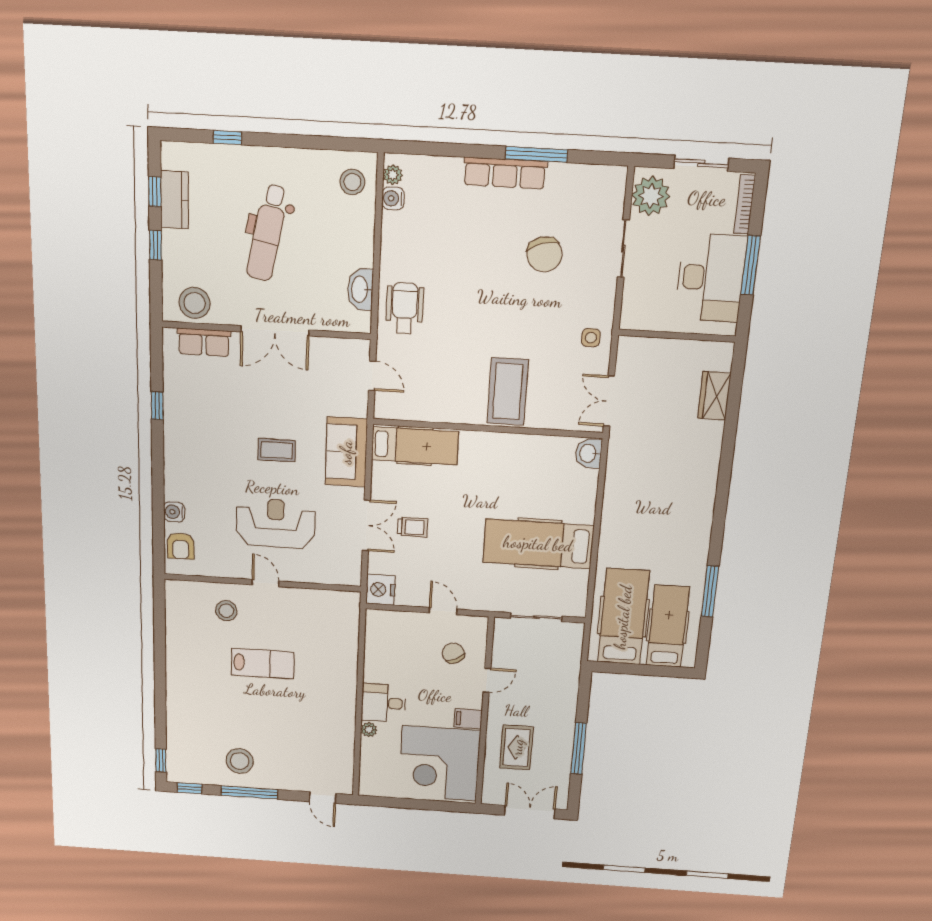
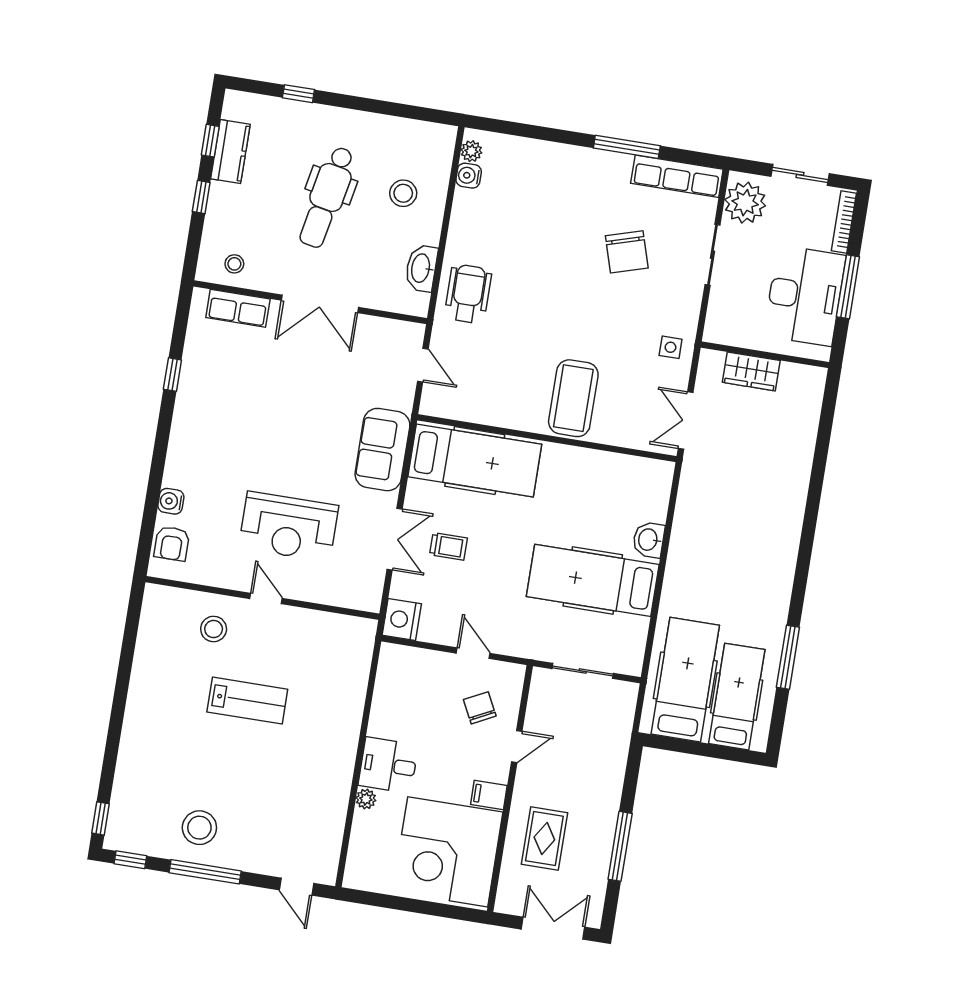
row of seats: (505, 173) -> (677, 176), moved
stool: (352, 182) -> (403, 193), moved
stool: (194, 303) -> (234, 264), width x0.53, depth x0.53
wardrobe: (714, 396) -> (751, 371), moved, turned -90
hospital bed: (415, 446) -> (475, 460), width x1.37, depth x1.29
coffee table: (277, 450) -> (302, 440), removed
washbasin: (589, 453) -> (649, 540), moved
reception desk: (276, 523) -> (289, 527), turned 180

